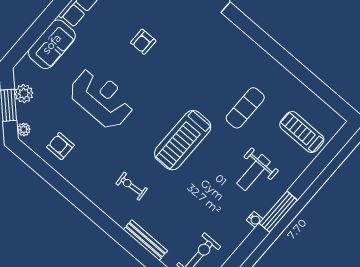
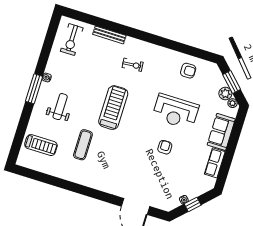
armchair: (143, 42) -> (165, 147), moved
plant: (24, 129) -> (233, 103), moved

